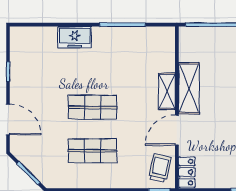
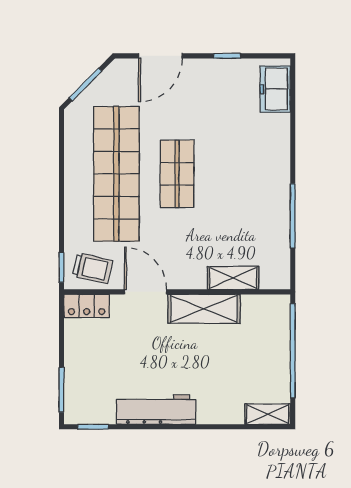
freezer: (75, 37) -> (275, 89), moved
shelving: (167, 91) -> (233, 278), moved
shop shelf: (92, 151) -> (116, 174), width x2.00, depth x1.36

